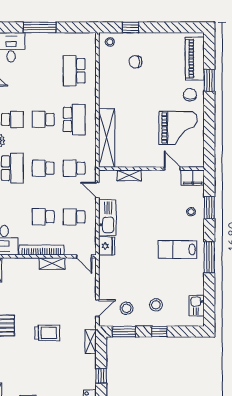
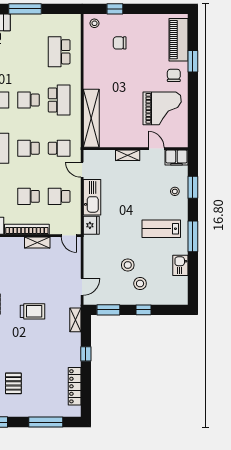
school desk: (74, 168) -> (59, 148), turned 180
shelving: (129, 175) -> (128, 155), moved
kitchen sink: (197, 306) -> (180, 265), moved
stool: (126, 308) -> (128, 265), moved

